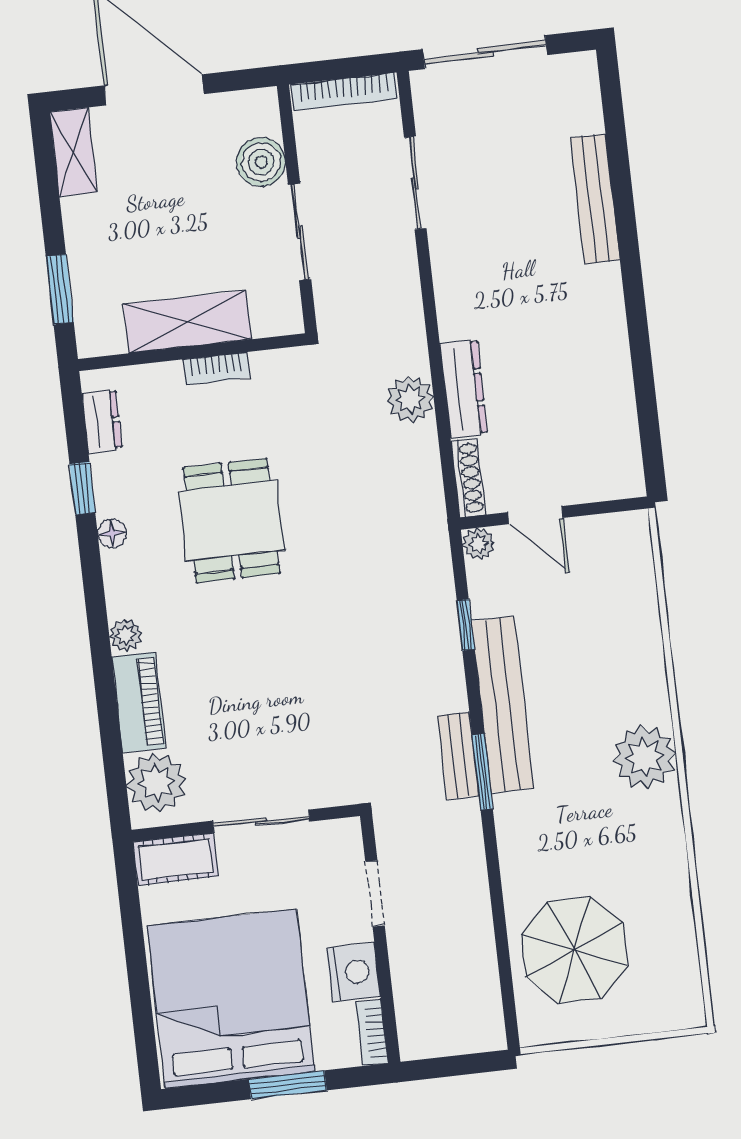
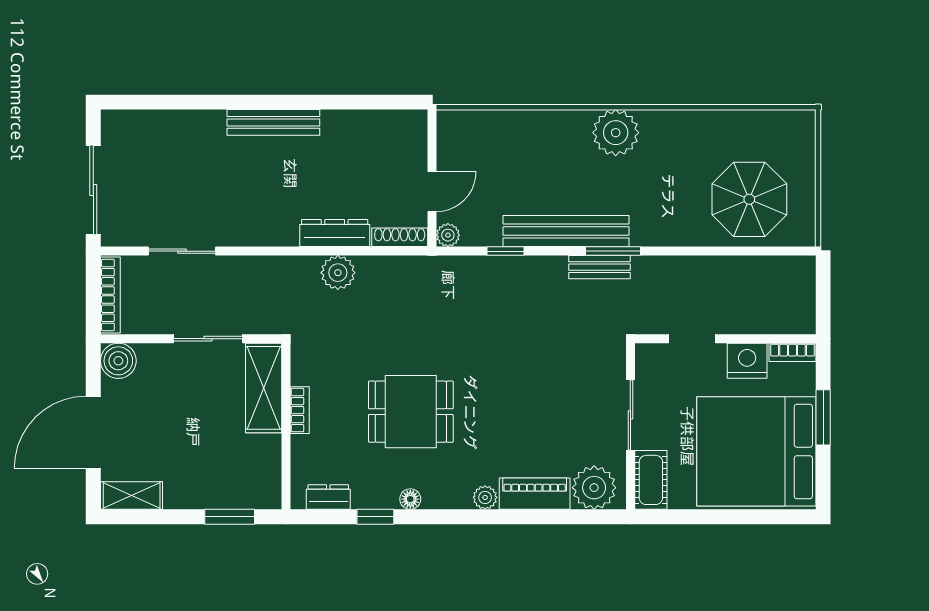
boiler: (261, 162) -> (118, 361), moved
bench: (595, 199) -> (273, 122), moved
shelving: (188, 322) -> (264, 388), moved

